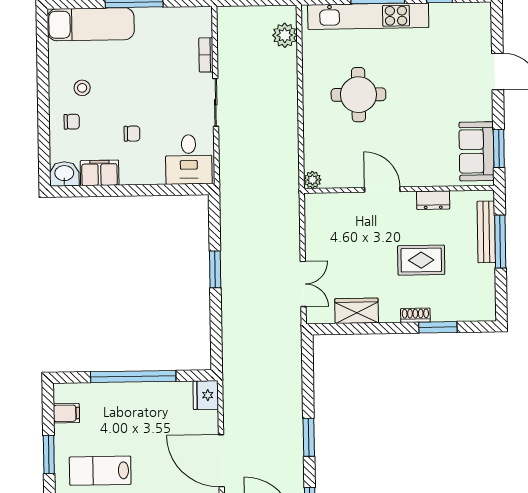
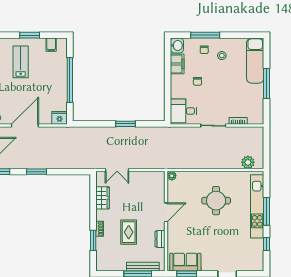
window: (44, 120) -> (205, 35), added

